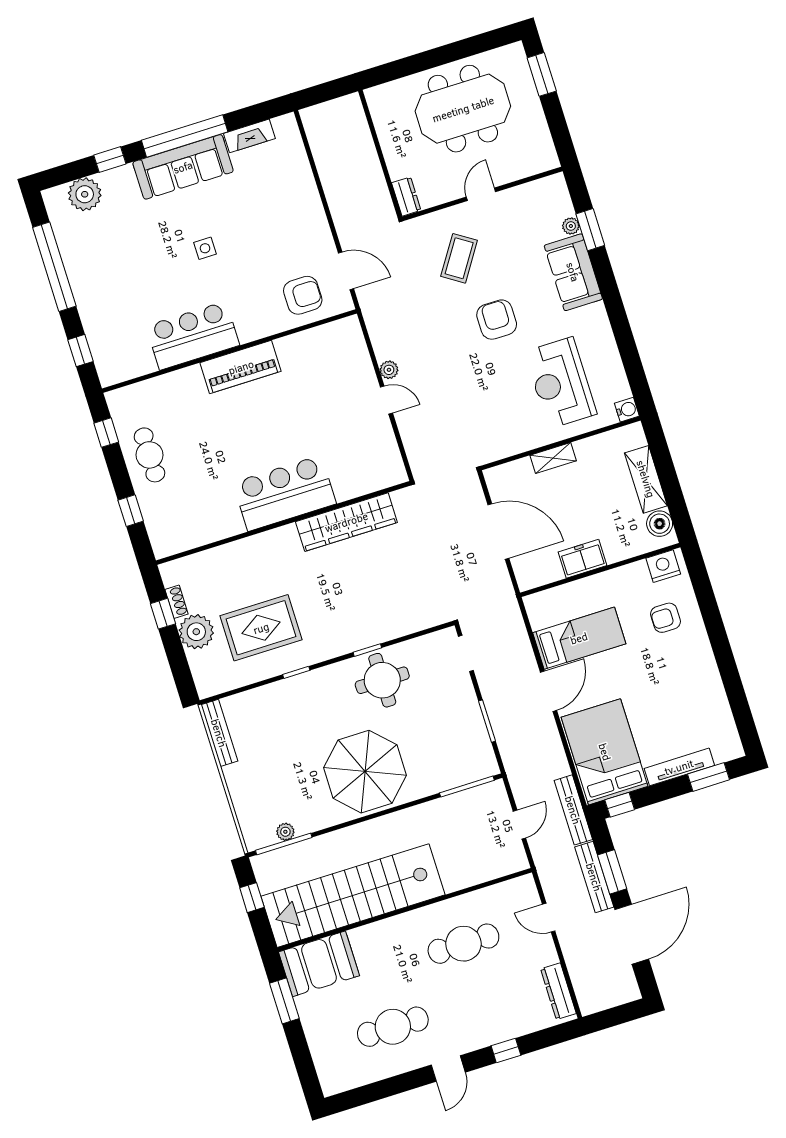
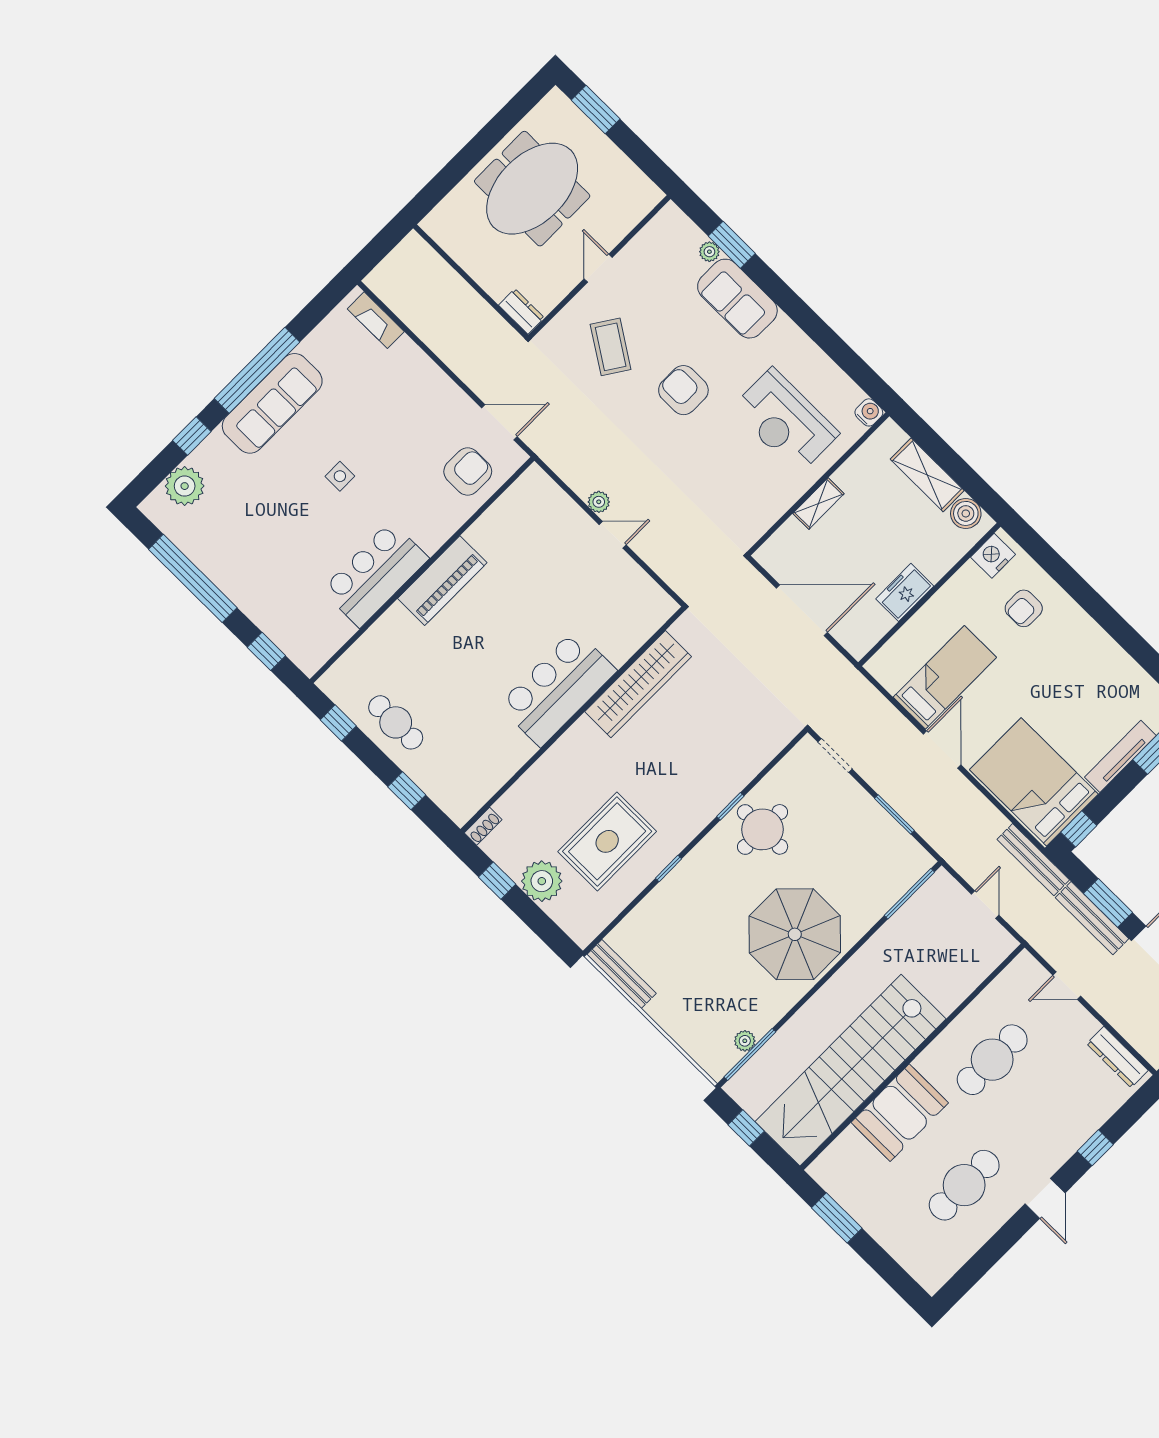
fireplace: (249, 136) -> (376, 320), moved, turned 90
shoe rack: (177, 602) -> (483, 826), moved, turned 90
booth: (319, 964) -> (900, 1113), moved

